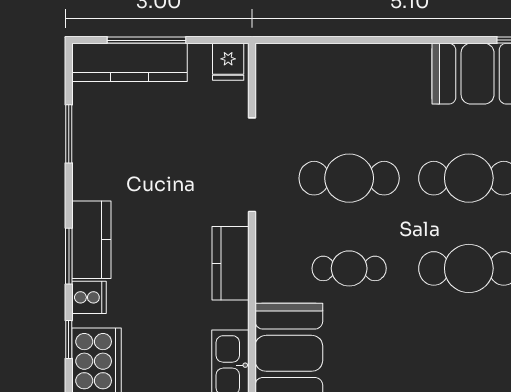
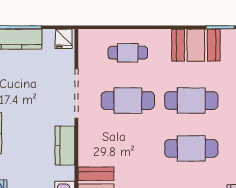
cafe table: (349, 268) -> (128, 53), moved

